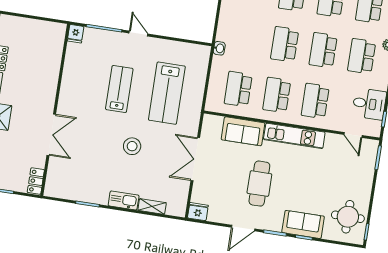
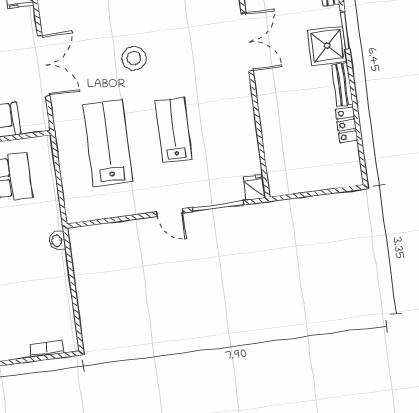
washbasin: (219, 48) -> (57, 241), moved
lab bench: (119, 89) -> (174, 130), turned 180
double door: (51, 135) -> (247, 42), swing flipped

